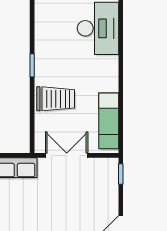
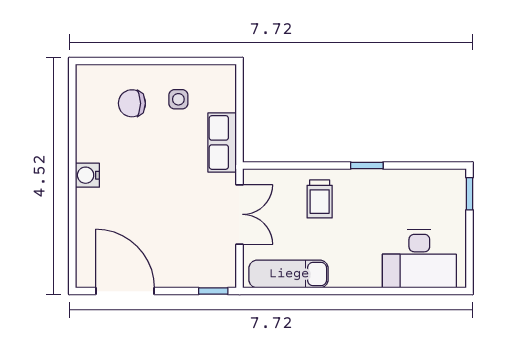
trolley: (56, 99) -> (320, 199), width x0.73, depth x0.72

